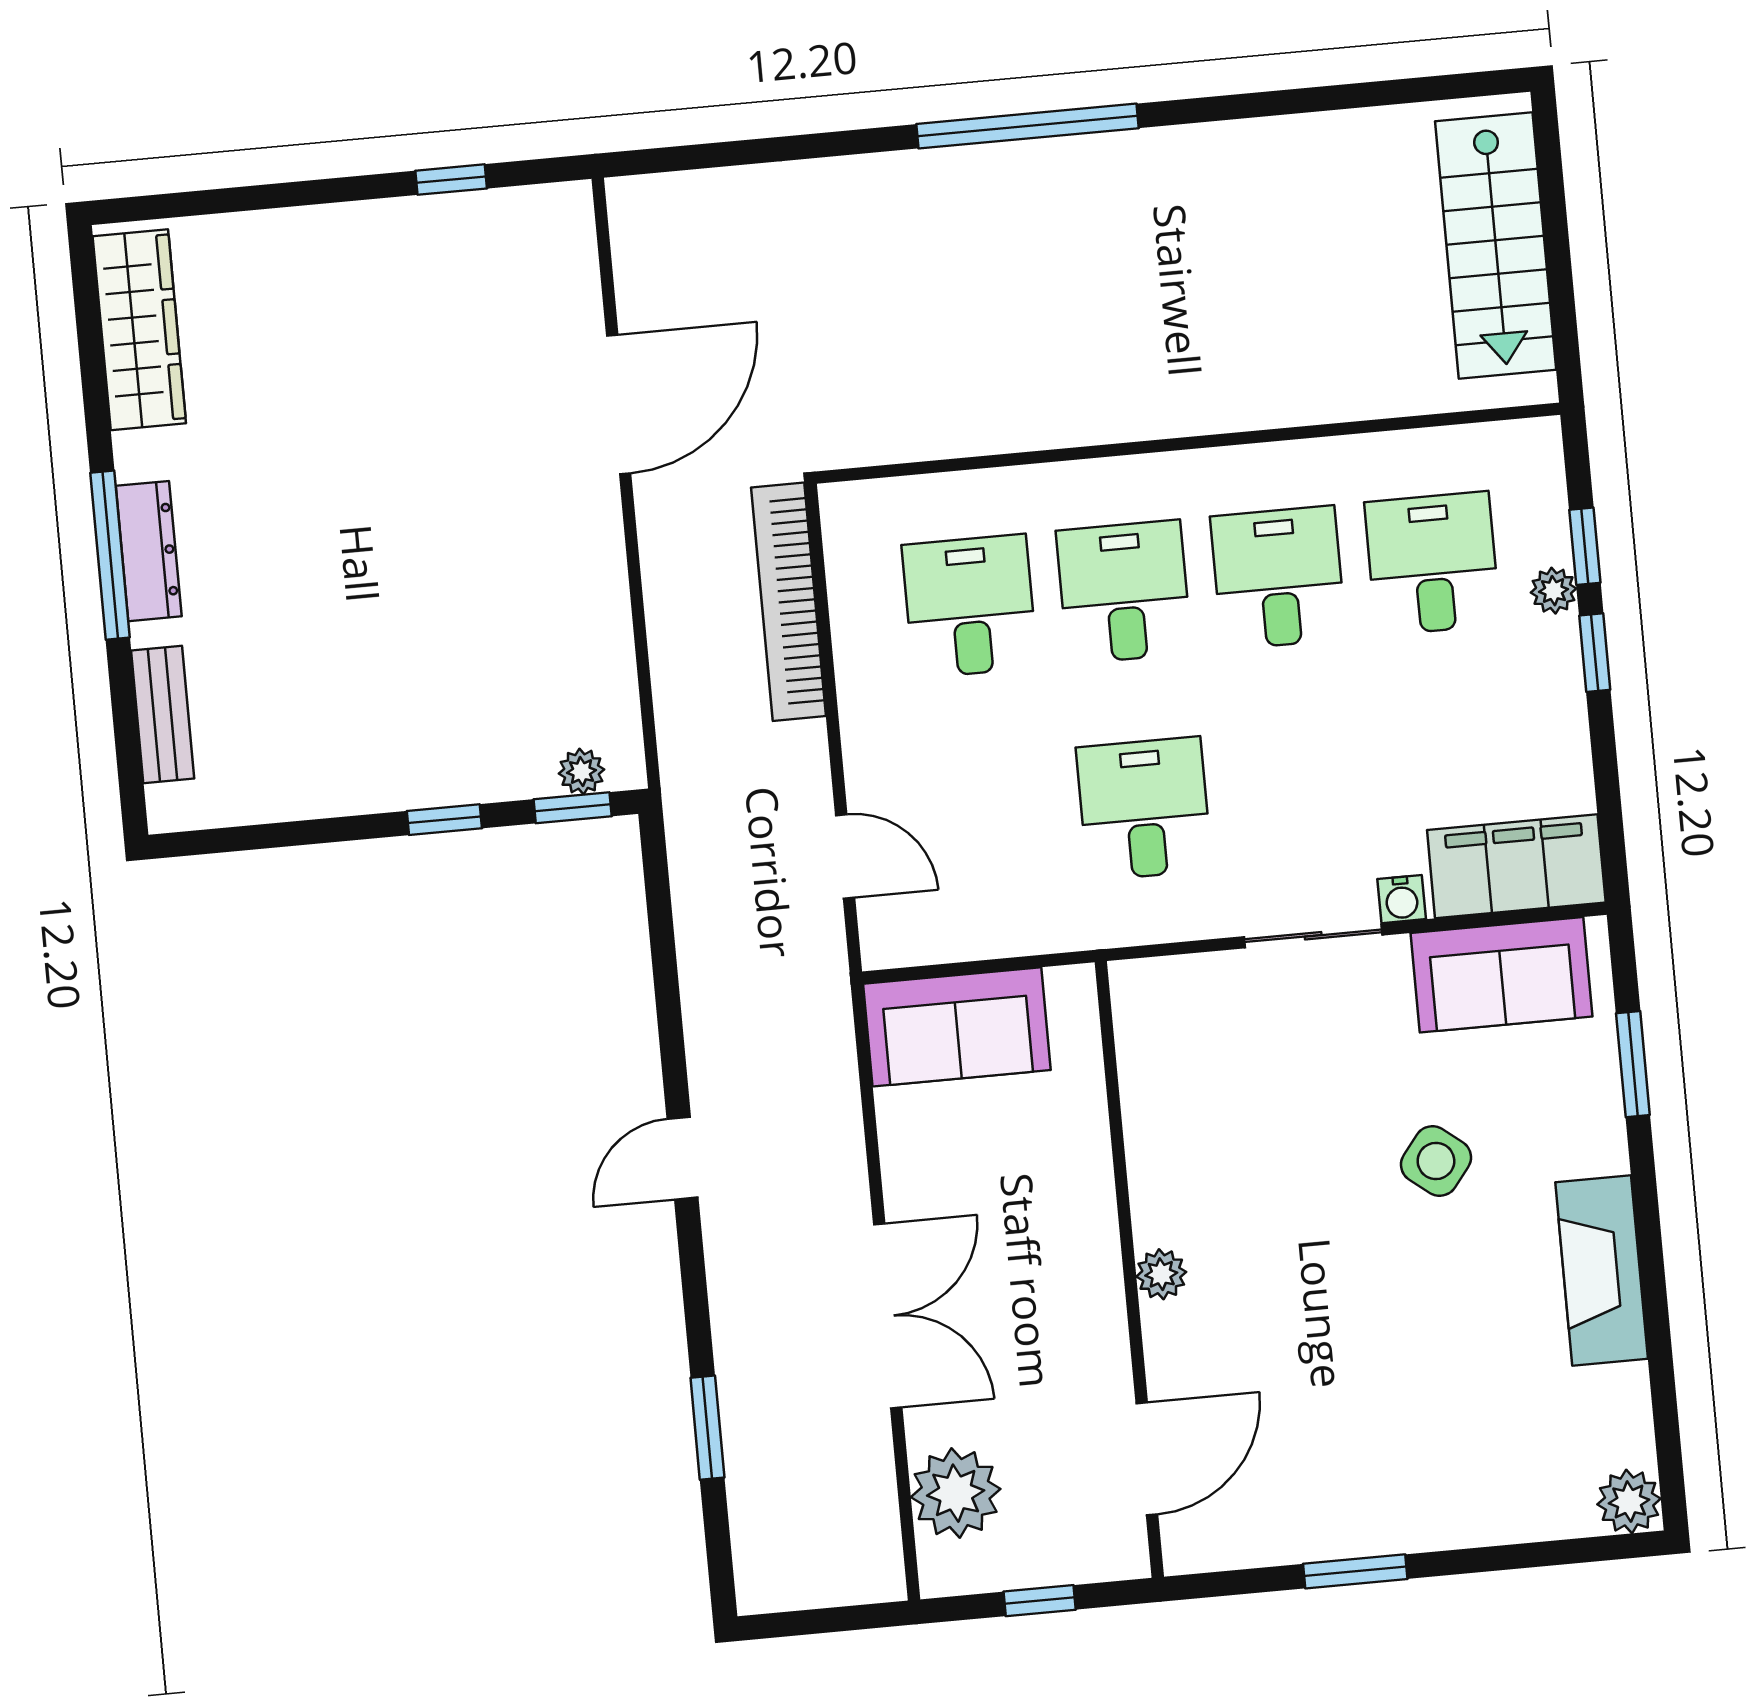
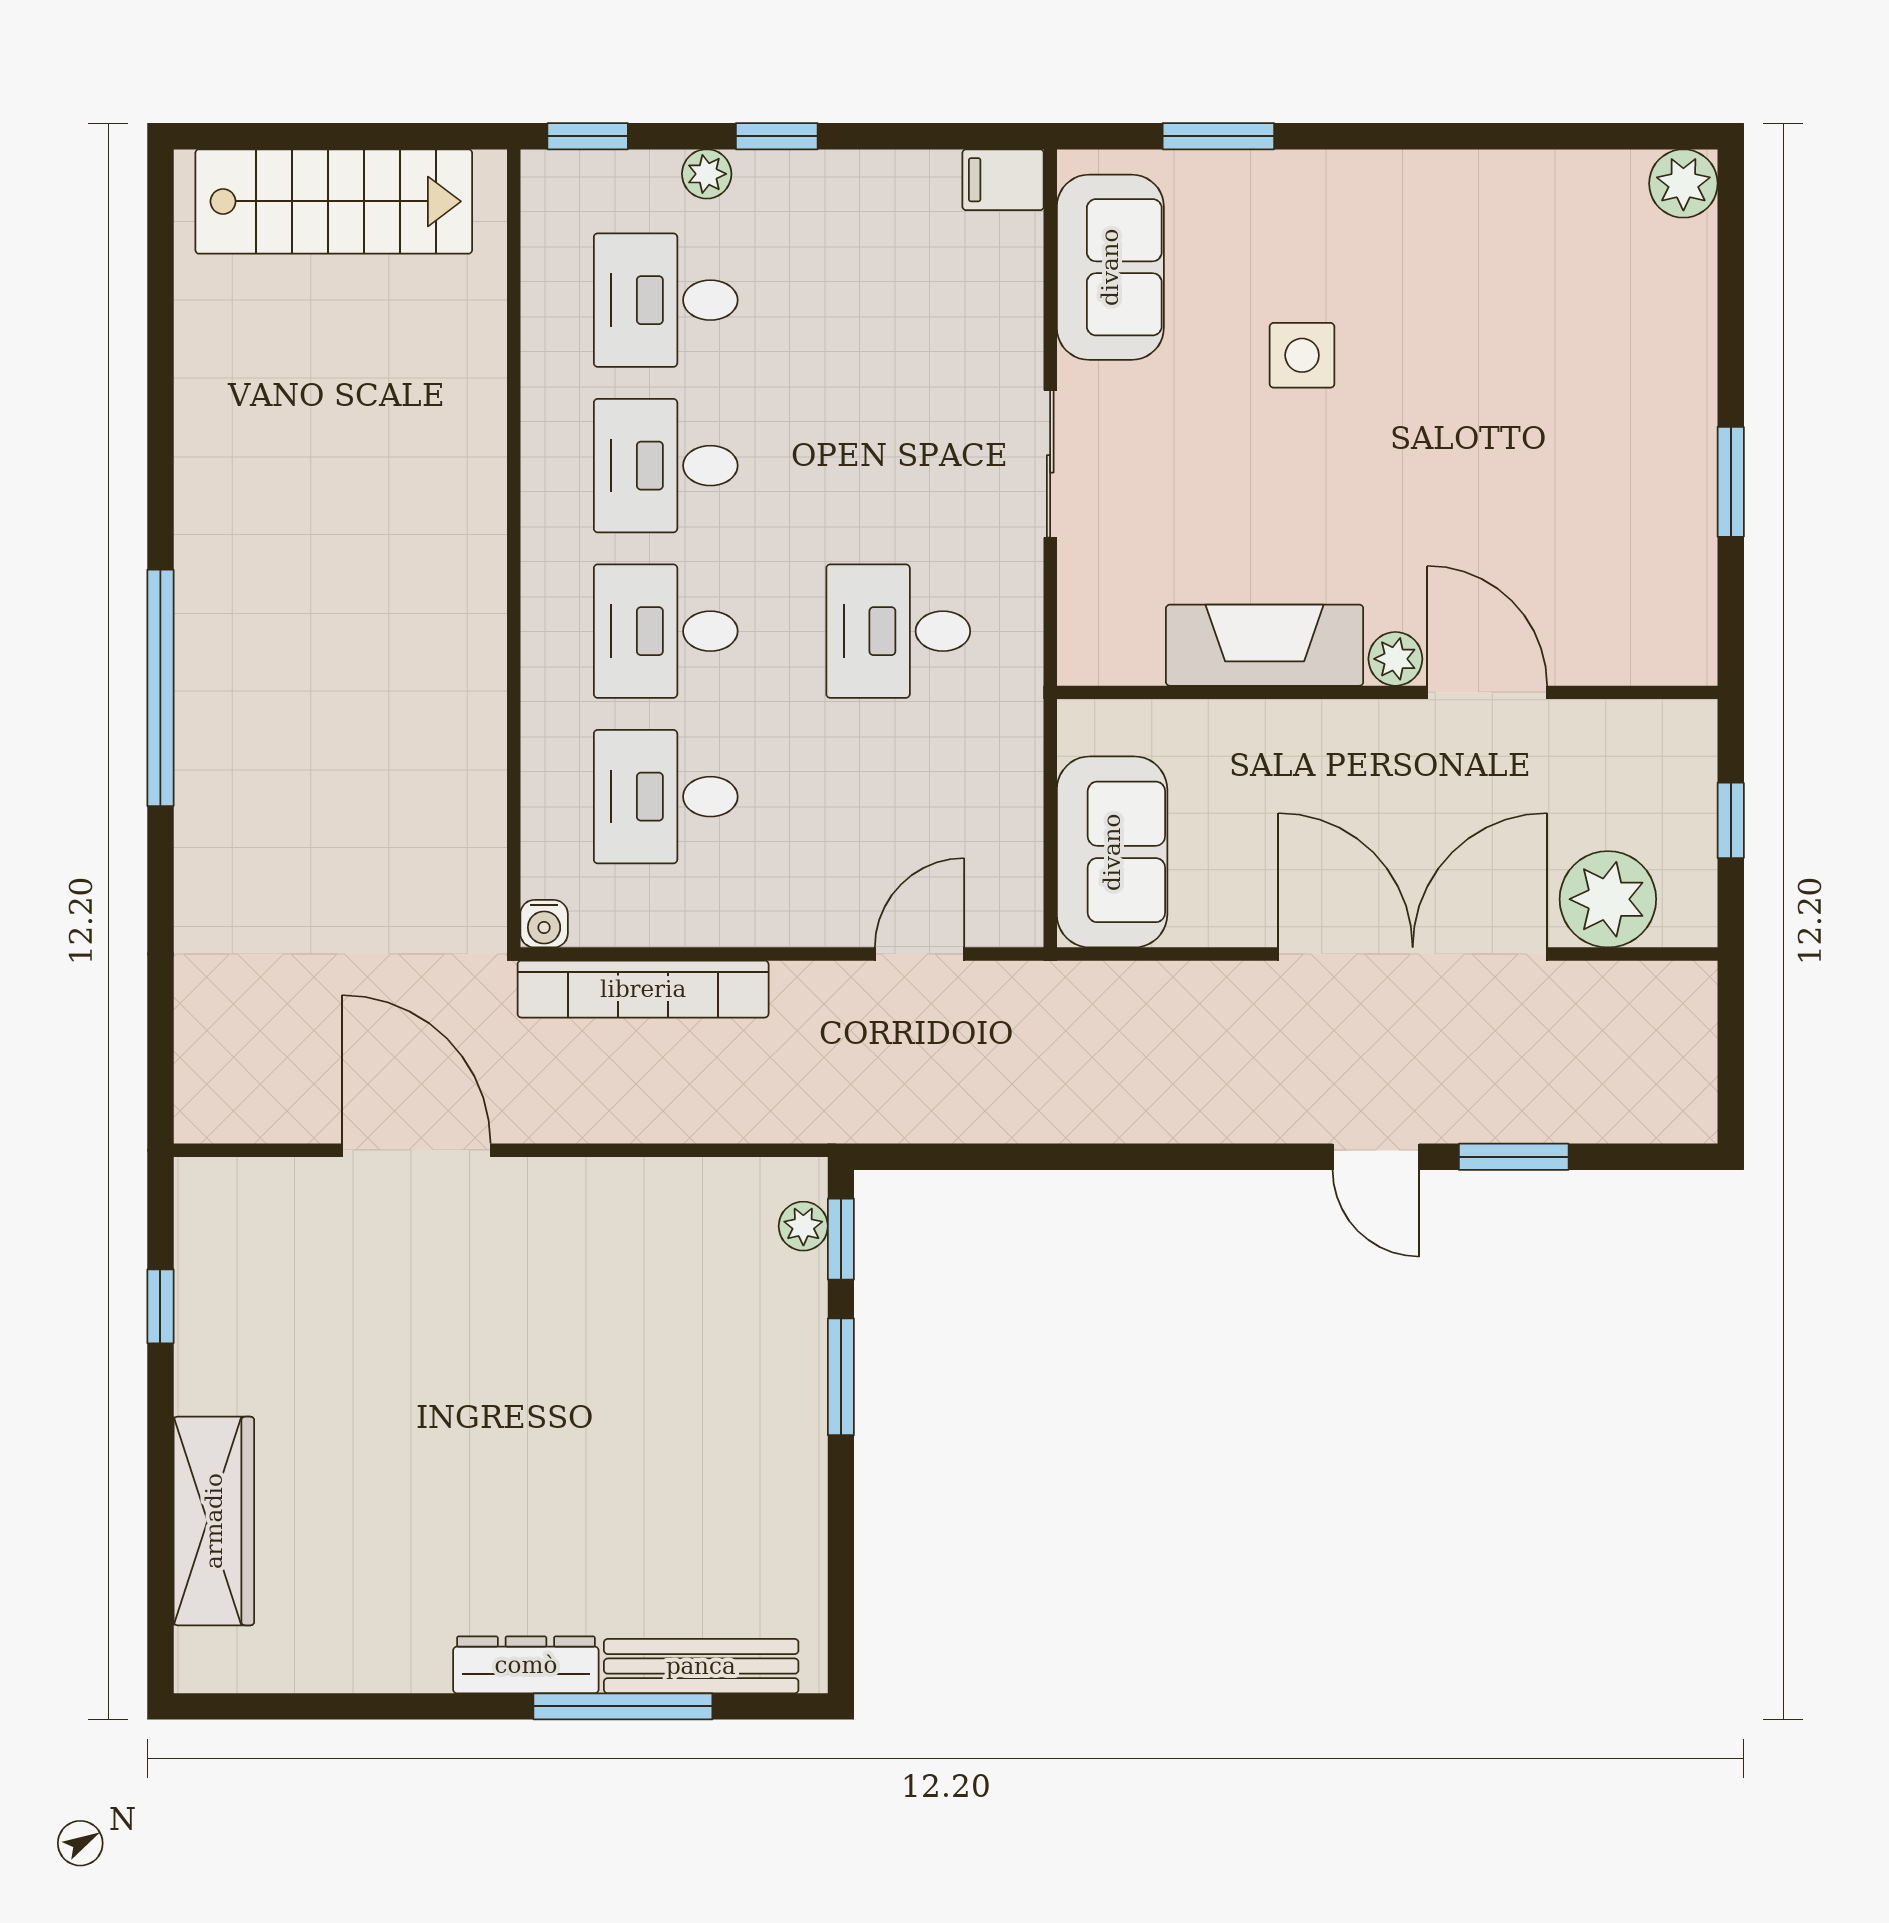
wardrobe: (139, 330) -> (214, 1521), moved, turned 90
window: (1585, 546) -> (588, 136), moved
window: (110, 555) -> (623, 1706), moved
bench: (163, 714) -> (701, 1666), width x1.36
window: (444, 820) -> (841, 1377), width x1.50
filing cabinet: (1516, 866) -> (1003, 180), width x0.33, depth x0.86
water cooler: (1402, 899) -> (544, 924), moved, turned 90
door: (682, 1158) -> (1376, 1157), moved
side table: (1436, 1161) -> (1302, 355), turned -38
fireplace: (1602, 1270) -> (1265, 645), moved, turned 180
double door: (888, 1316) -> (1413, 954), width x1.36
door: (1147, 1459) -> (1487, 692), moved

